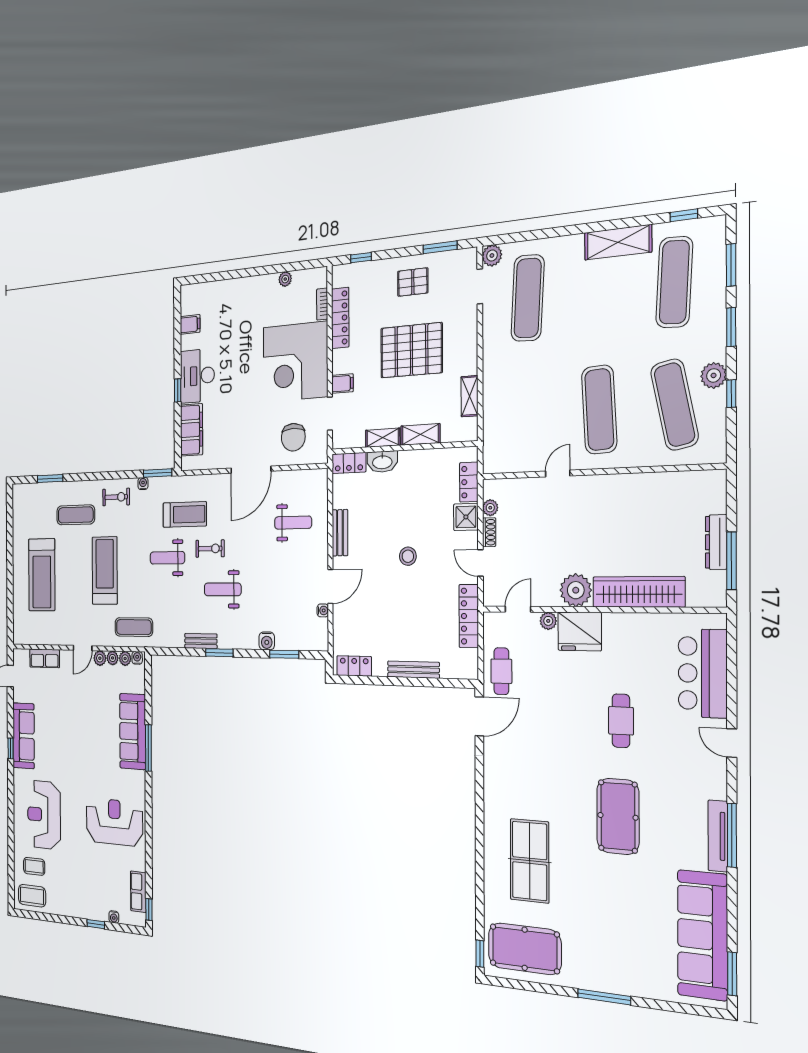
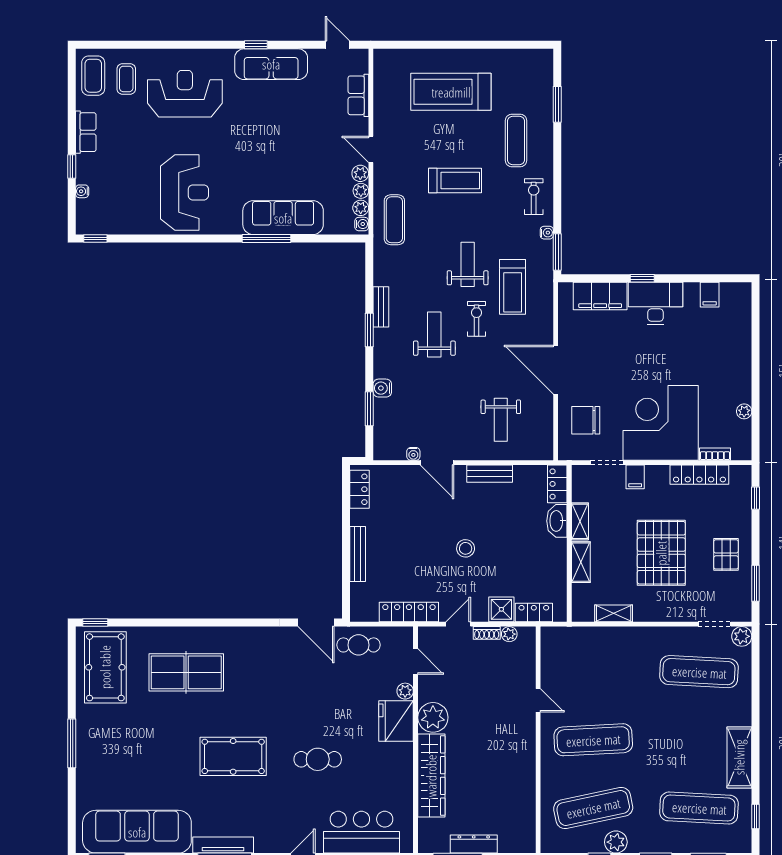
exercise bike: (116, 497) -> (534, 197), turned 180
exercise bike: (210, 549) -> (476, 319), turned 180
treadmill: (105, 571) -> (455, 181), width x0.73, depth x0.73
row of seats: (138, 892) -> (86, 132), moved, turned 90

